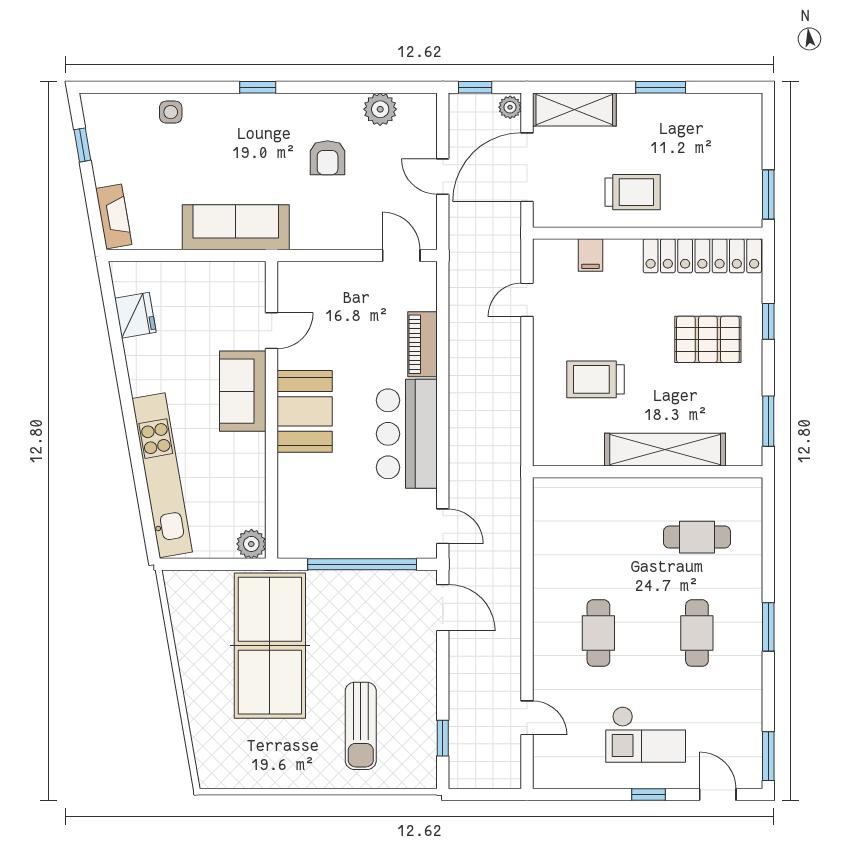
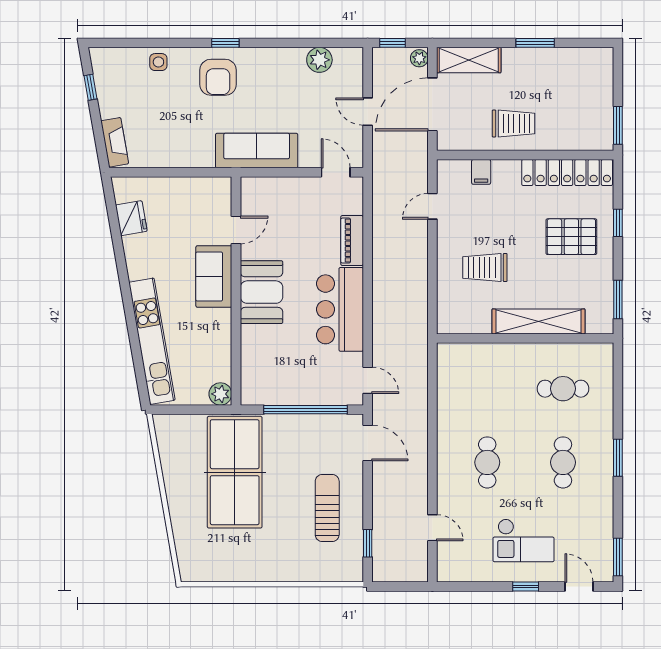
armchair: (328, 158) -> (218, 77), moved, width x1.38, depth x1.38
sofa: (236, 227) -> (257, 151), moved
sun lounger: (361, 726) -> (327, 508), moved, turned 180

